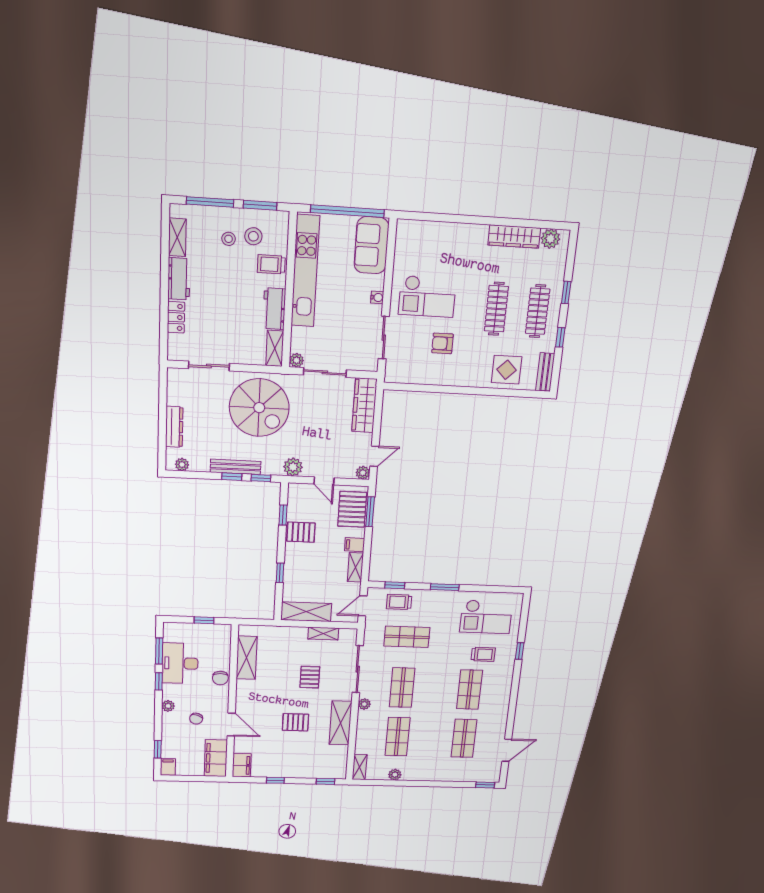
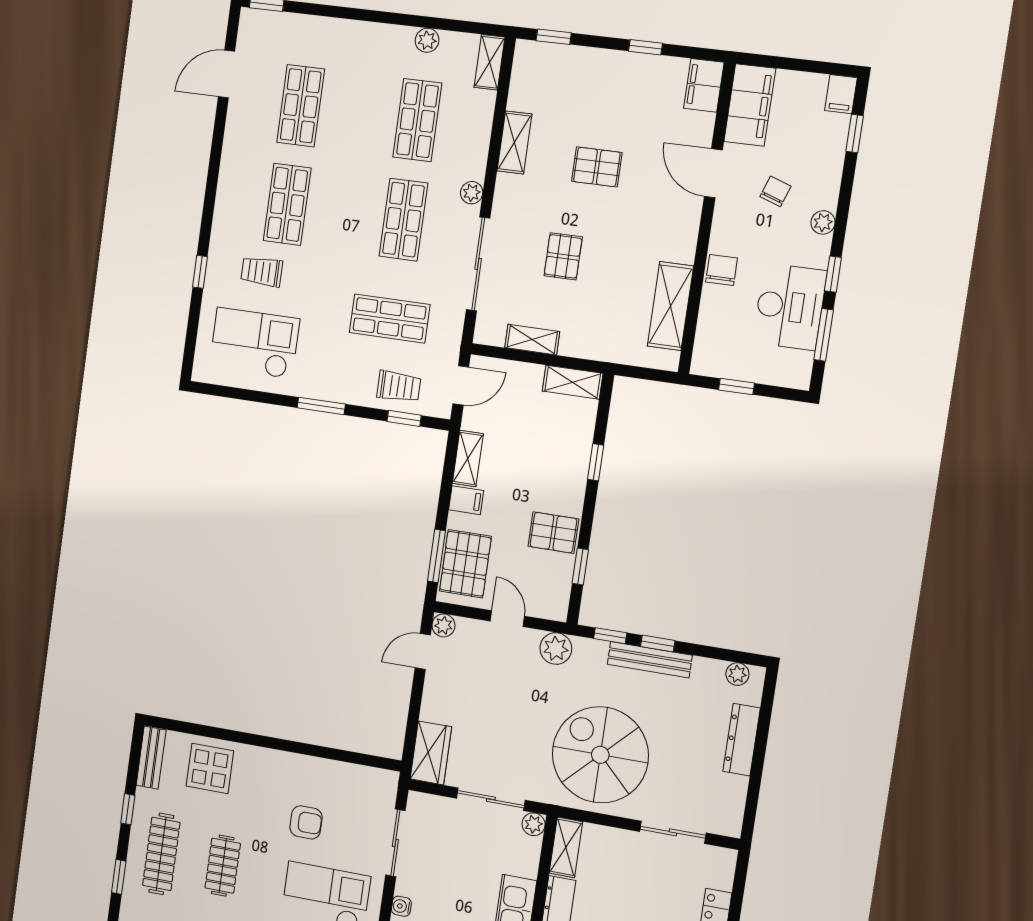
clothes rail: (496, 309) -> (223, 866), width x0.73
wardrobe: (364, 405) -> (431, 753), width x0.67
shelving: (306, 612) -> (573, 382), width x0.67, depth x0.75
shelving: (340, 723) -> (514, 142), width x0.67, depth x0.75

